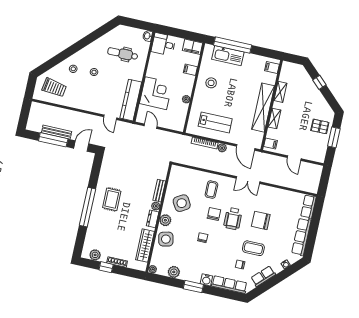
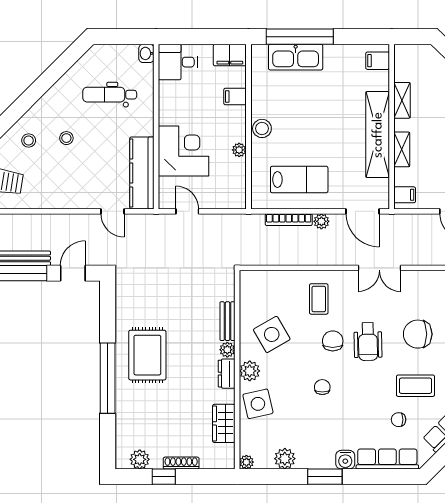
stool: (211, 83) -> (262, 128), moved
rug: (112, 199) -> (147, 355), width x1.36, depth x1.43
wardrobe: (145, 246) -> (224, 423), width x0.67

